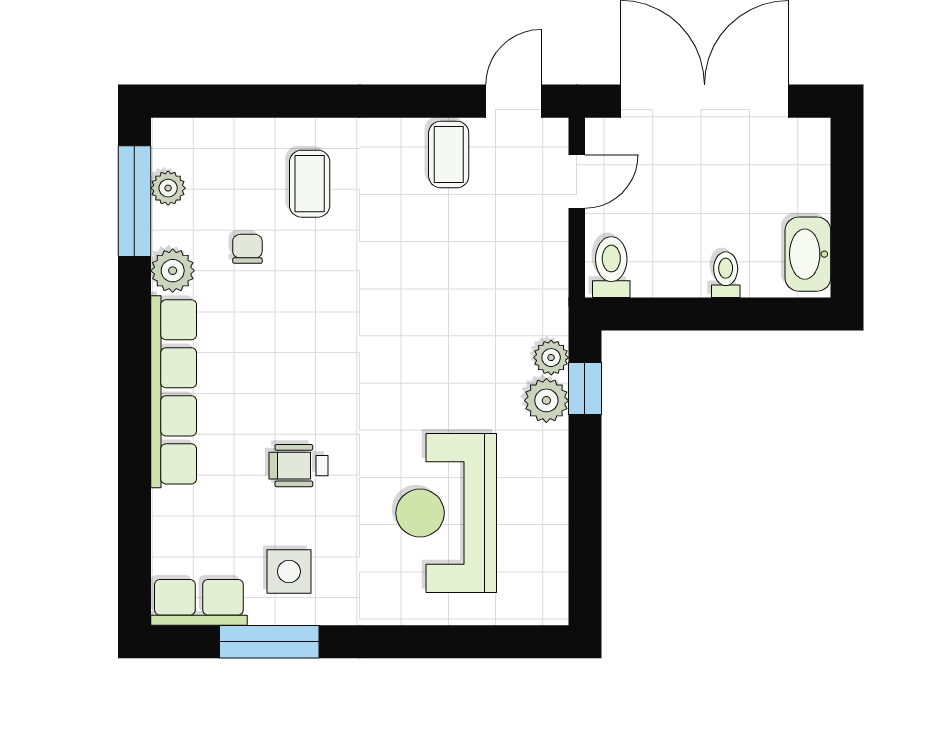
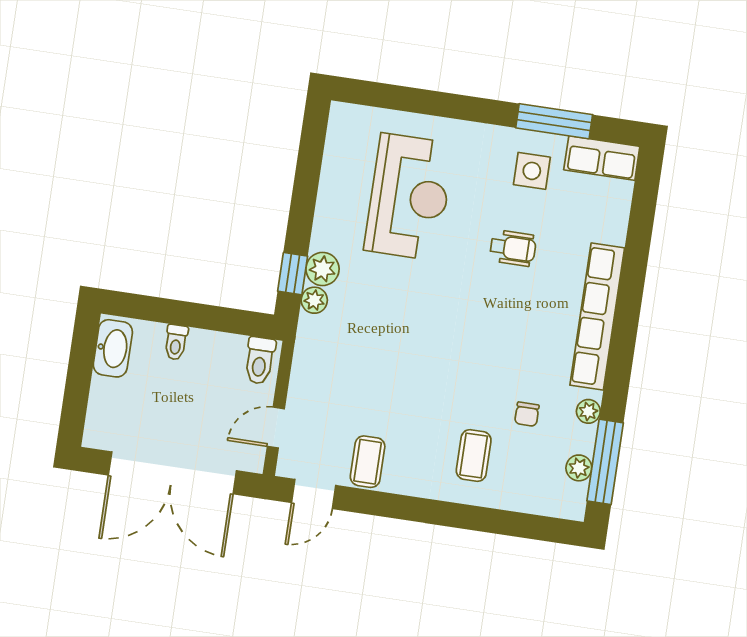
plant: (173, 271) -> (588, 411), width x0.73, depth x0.73

